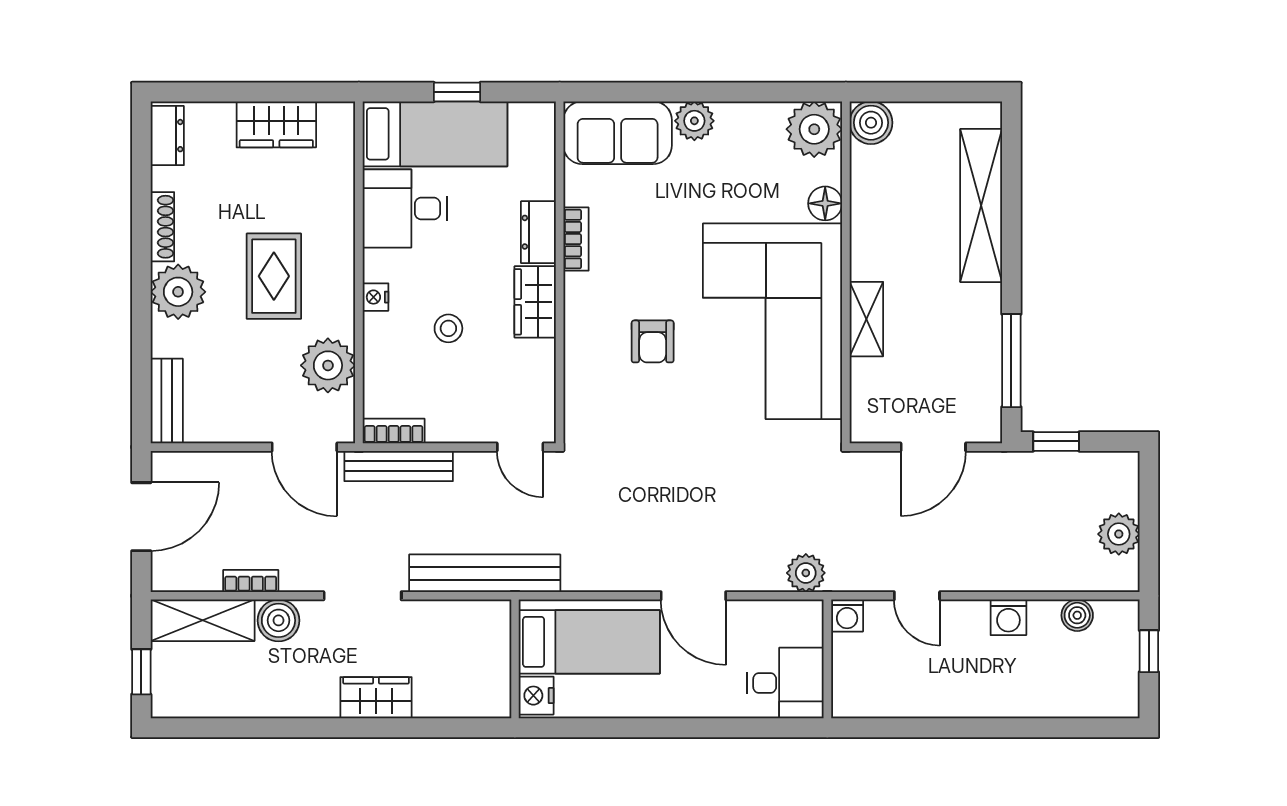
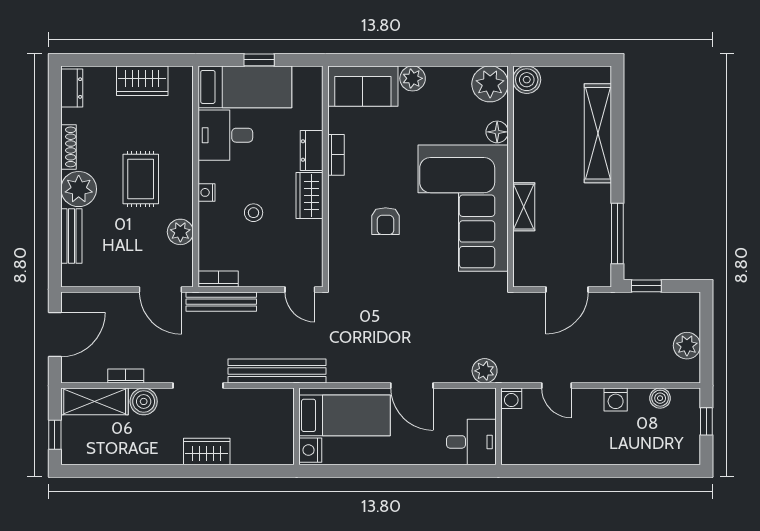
plant: (328, 365) -> (180, 232), width x0.73, depth x0.73
bench: (167, 401) -> (71, 236), moved

